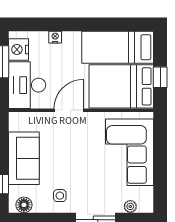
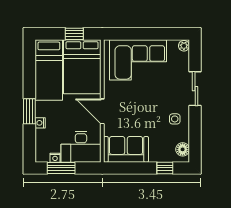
window: (69, 24) -> (29, 111), added
nightstand: (19, 49) -> (55, 158), width x0.53, depth x0.56
sofa: (24, 158) -> (126, 149), moved
plant: (130, 206) -> (184, 46), moved

